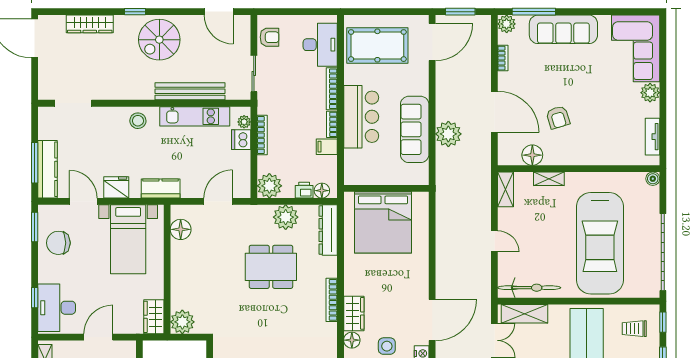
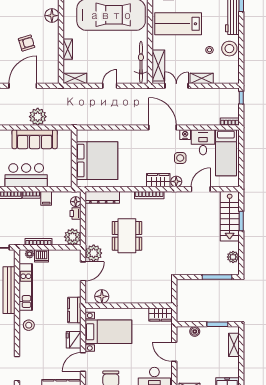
floor lamp: (532, 155) -> (52, 16), moved
door: (218, 201) -> (83, 271), swing flipped
plant: (286, 217) -> (94, 253), moved
plant: (182, 322) -> (164, 295), removed

